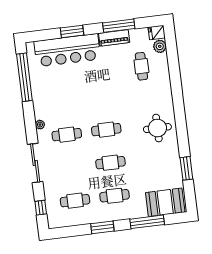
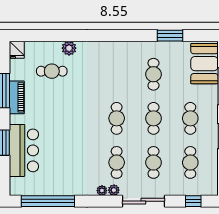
plant: (160, 46) -> (69, 48), moved
bar counter: (67, 50) -> (24, 150), width x0.73
round table: (157, 128) -> (122, 62), removed
plant: (42, 135) -> (114, 190), added
cafe table: (150, 158) -> (153, 74), added
cafe table: (71, 168) -> (153, 162), added

